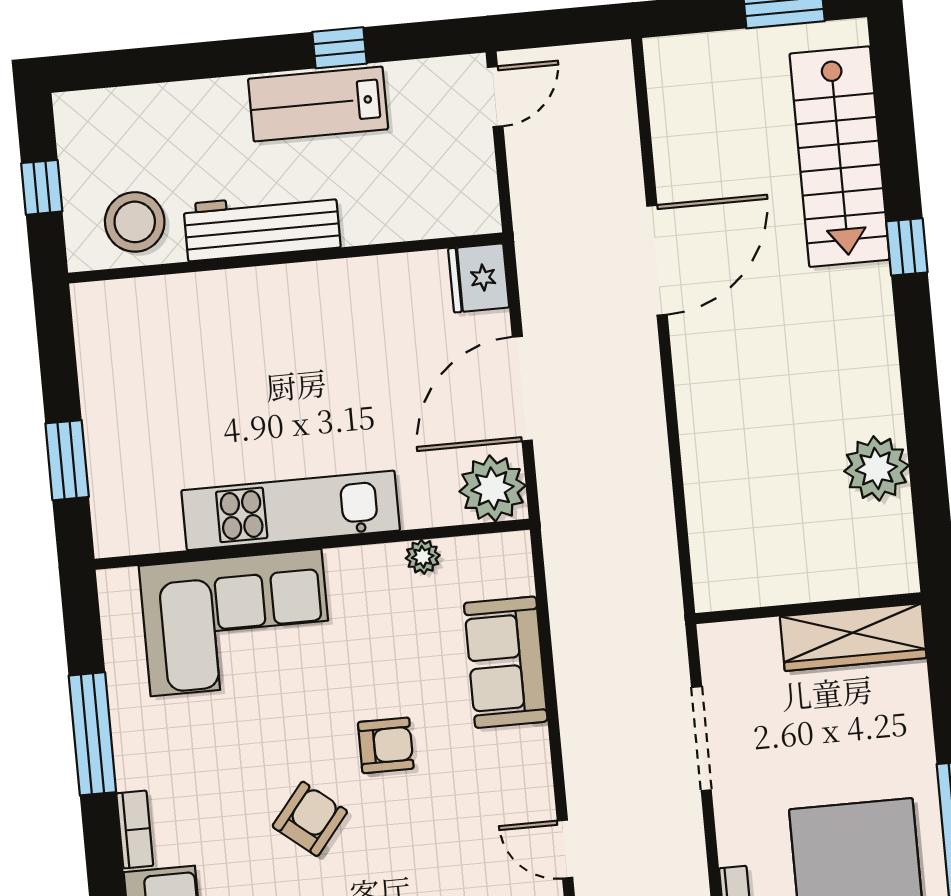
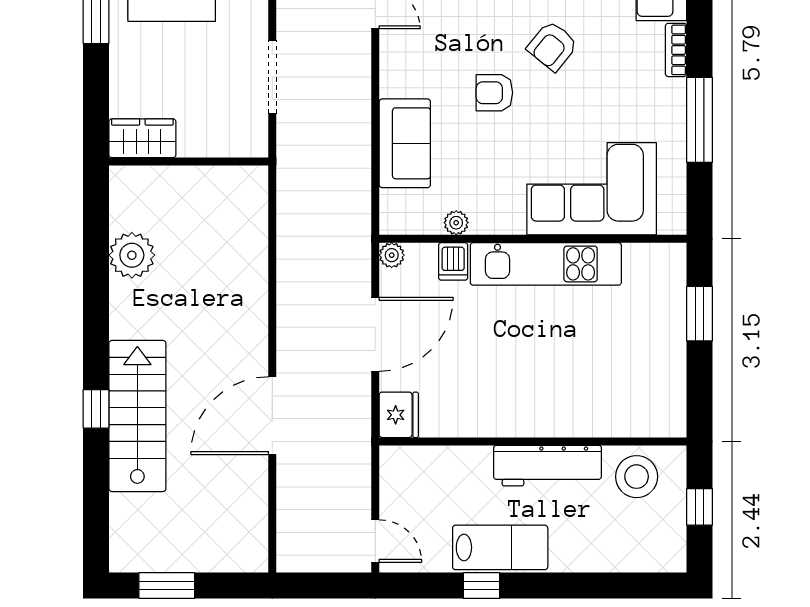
door: (495, 97) -> (375, 541), swing flipped
stairs: (840, 157) -> (137, 416), moved
plant: (493, 488) -> (392, 255), width x0.53, depth x0.53
dishwasher: (422, 502) -> (453, 261), added
wardrobe: (853, 637) -> (142, 138), width x0.67

